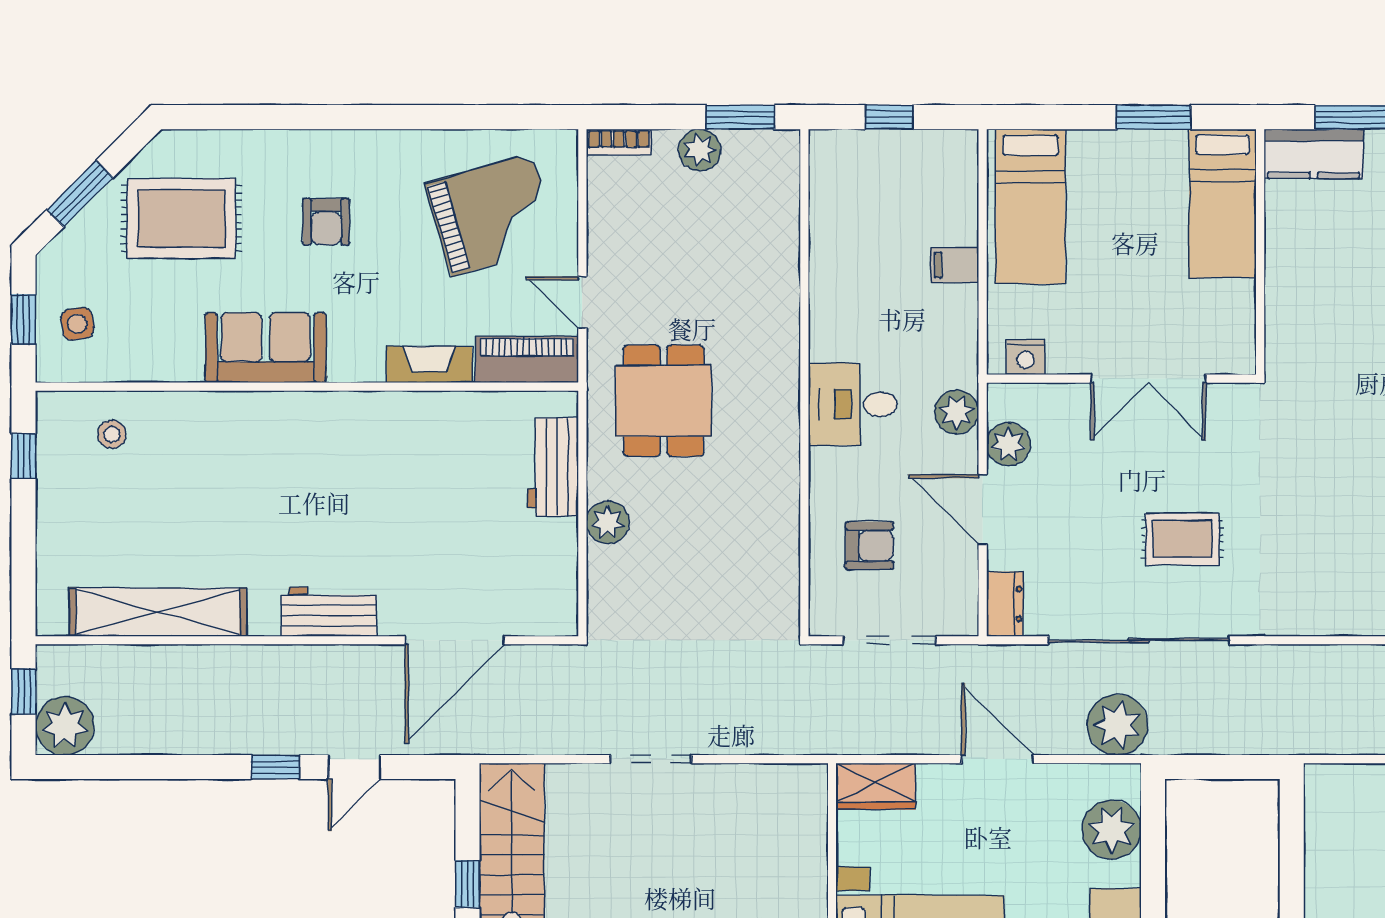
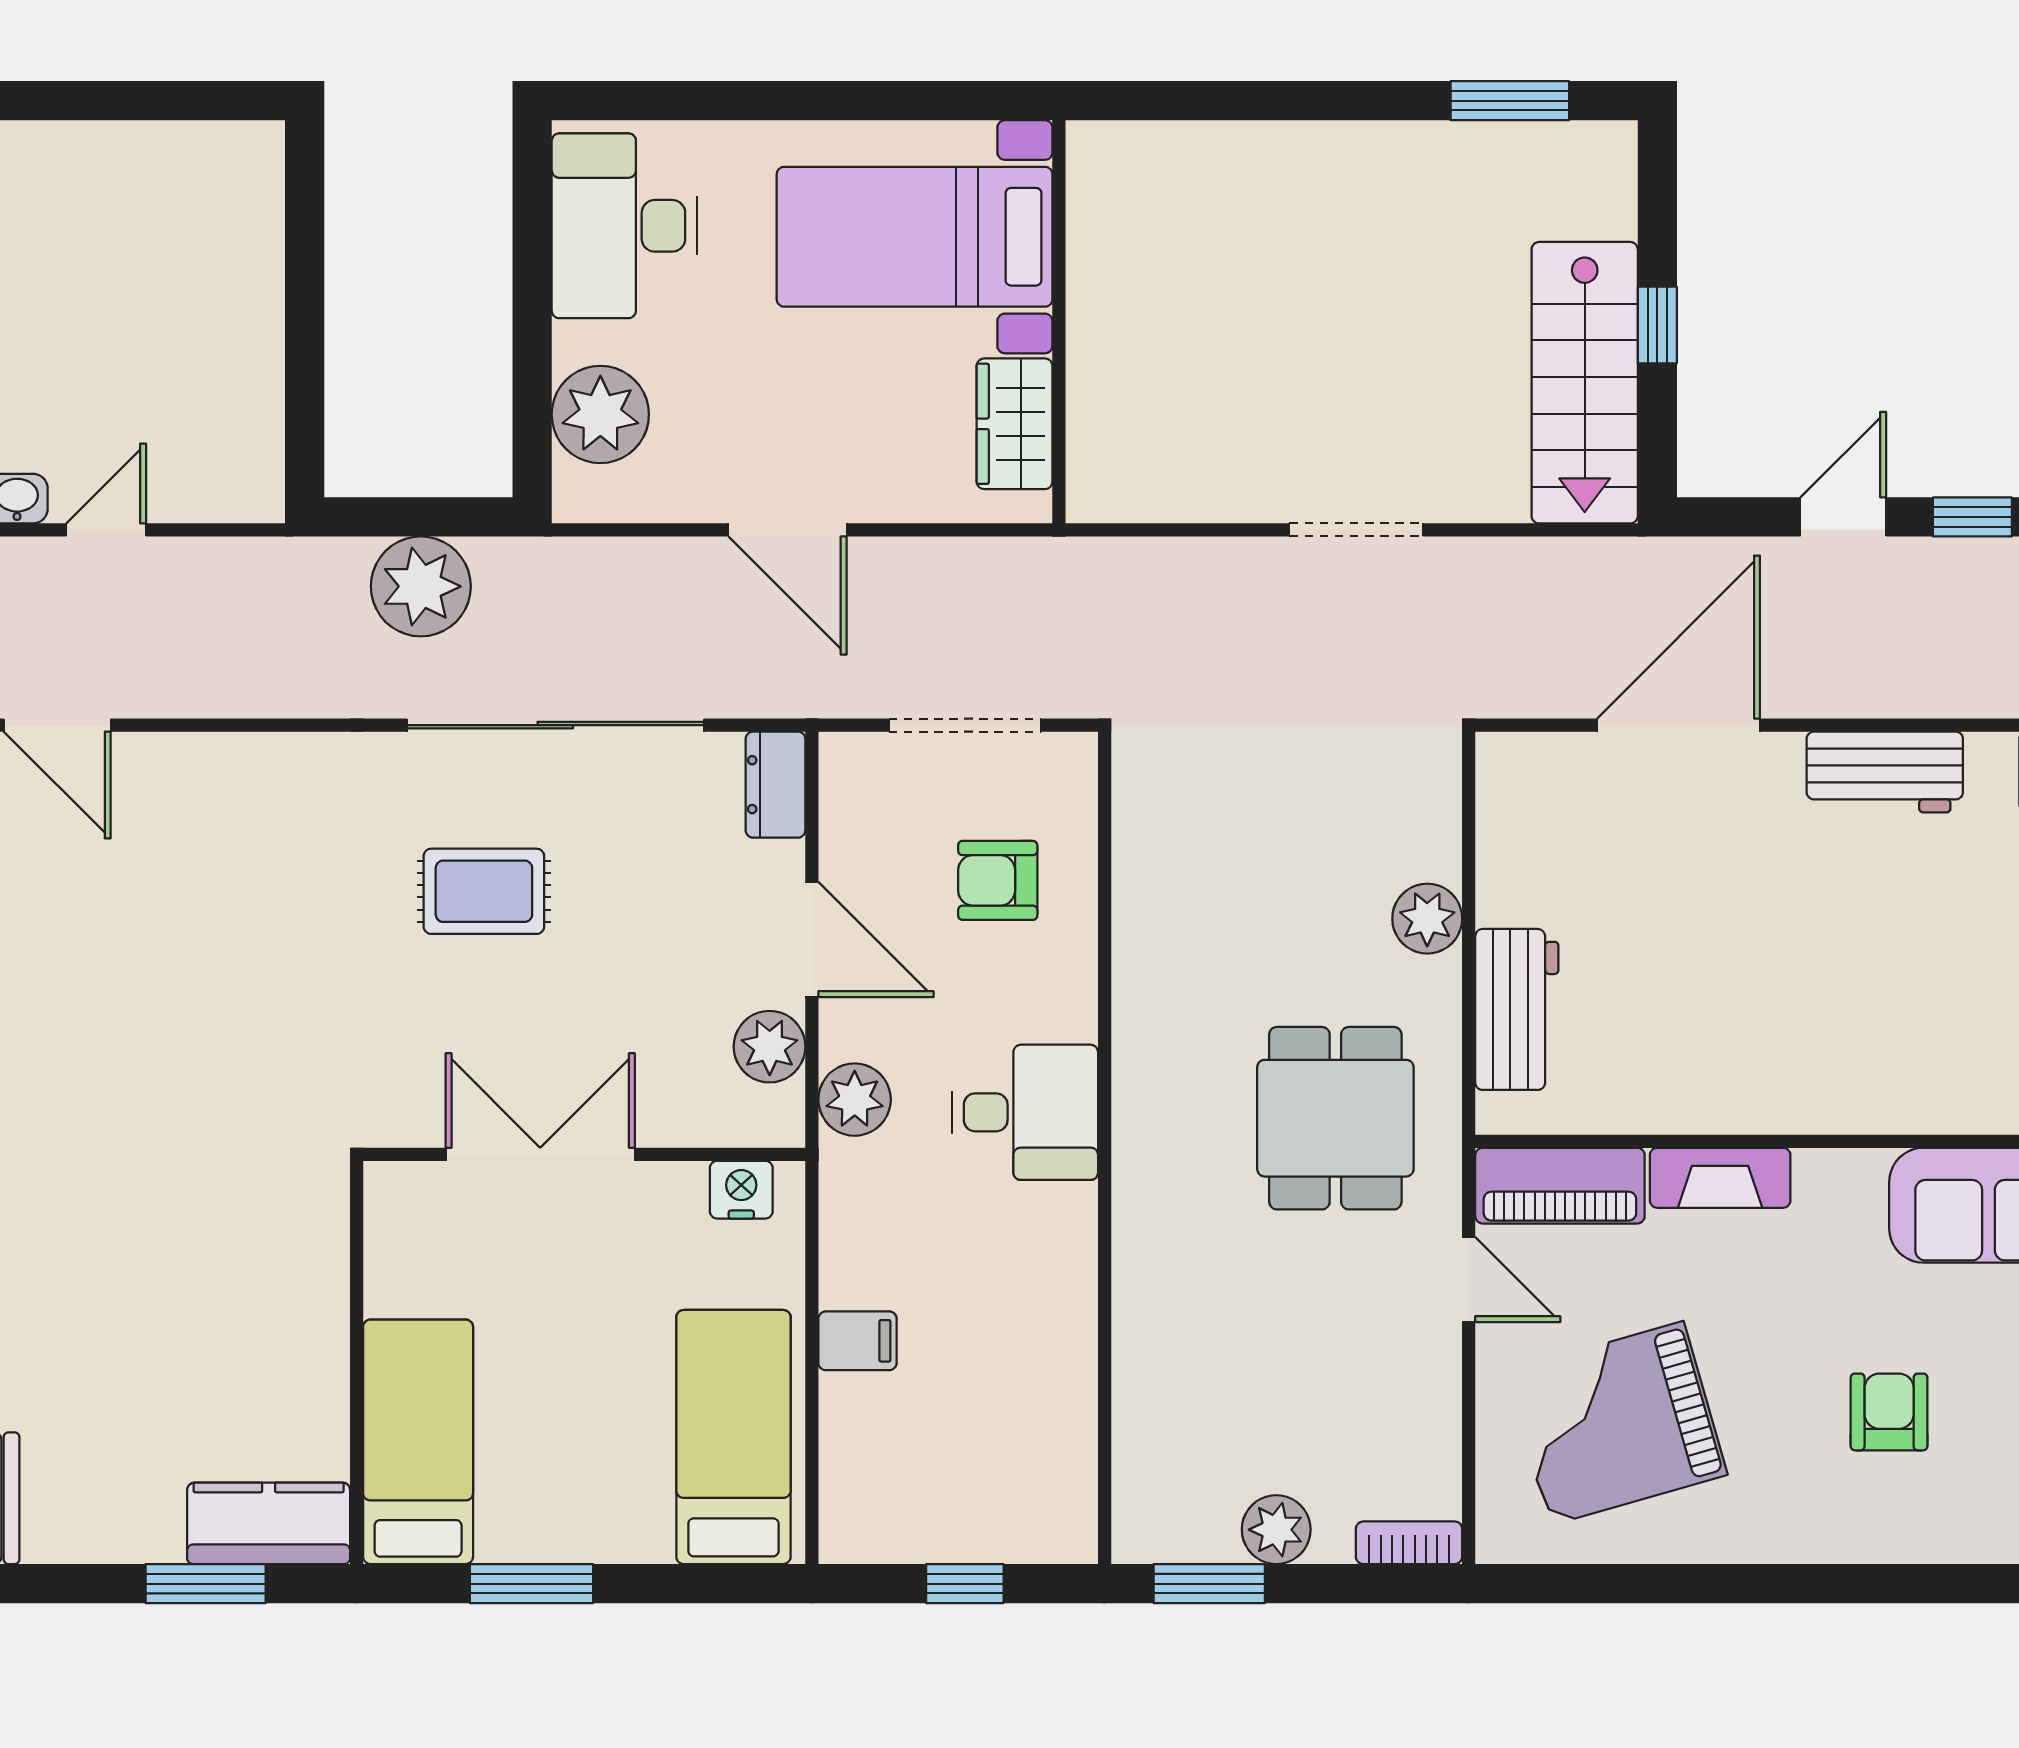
plant: (1117, 725) -> (421, 586), moved
wardrobe: (876, 786) -> (1015, 424), moved, turned -90

